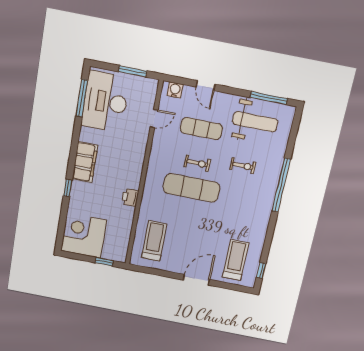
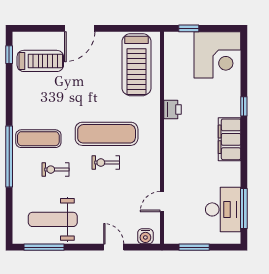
desk: (105, 102) -> (223, 209), width x0.73, depth x0.77
exercise mat: (201, 129) -> (38, 139), moved
treadmill: (154, 241) -> (137, 65), width x1.37, depth x1.38
treadmill: (236, 260) -> (40, 61), turned -90

